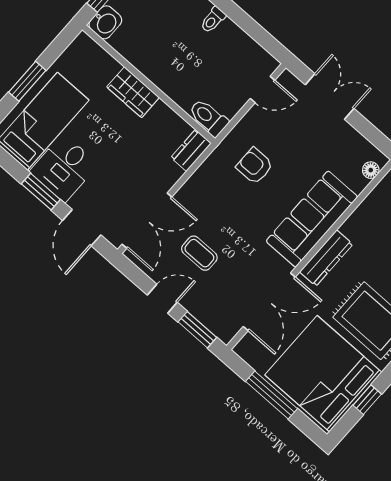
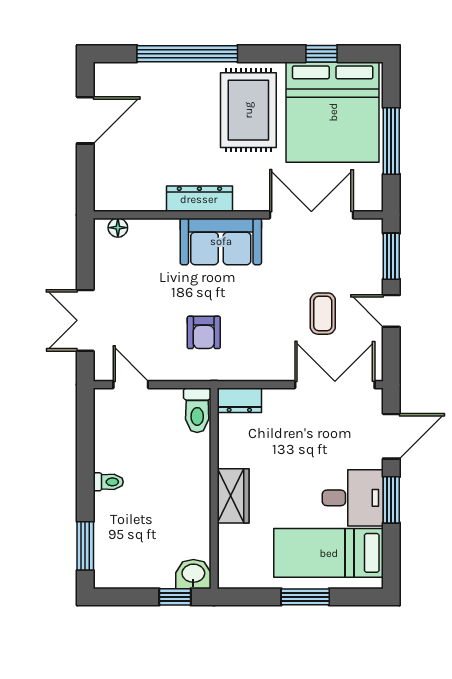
sofa: (312, 219) -> (221, 241), width x0.73
dresser: (326, 258) -> (199, 199), moved

